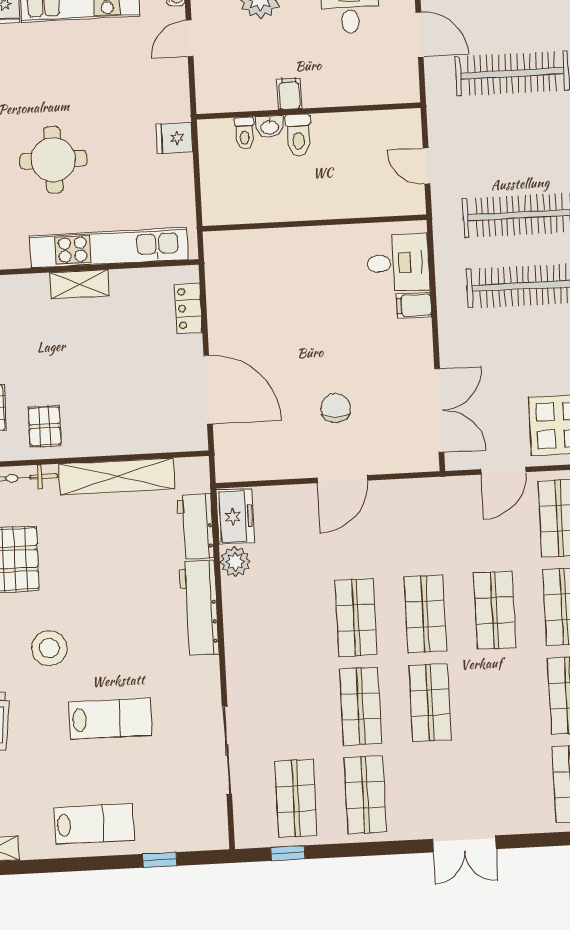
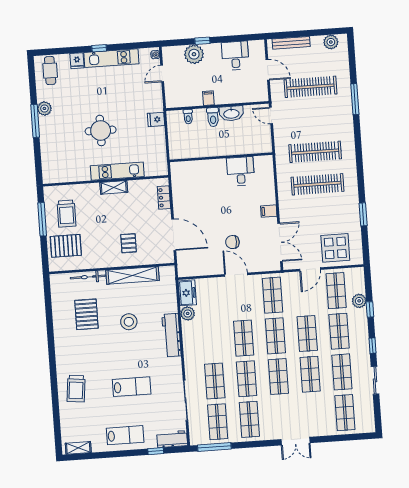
washbasin: (270, 127) -> (231, 113), moved, width x1.91, depth x1.45
door: (426, 166) -> (271, 115), moved
kitchen unit: (109, 248) -> (117, 171), width x0.73
desk: (398, 263) -> (241, 171), moved, turned -90
filing cabinet: (414, 305) -> (269, 211), moved
chair: (336, 408) -> (232, 242), turned -90
pallet: (45, 426) -> (129, 243), moved
door: (342, 479) -> (236, 275), swing flipped
shop shelf: (421, 525) -> (273, 295), added
workbench: (196, 527) -> (172, 439), moved, turned 90
stool: (49, 648) -> (129, 322), moved
shop shelf: (499, 699) -> (310, 374), added
shop shelf: (291, 710) -> (215, 381), added
window: (288, 853) -> (214, 447), width x2.17

